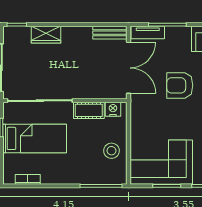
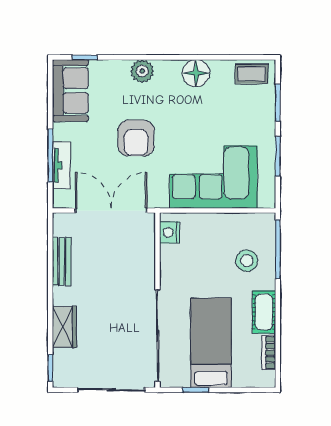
bench: (110, 33) -> (62, 261), moved
tv unit: (148, 33) -> (61, 165), moved
cot: (89, 110) -> (264, 312), moved
stool: (111, 151) -> (247, 261), moved
corner sofa: (161, 162) -> (213, 177), moved, turned 90

